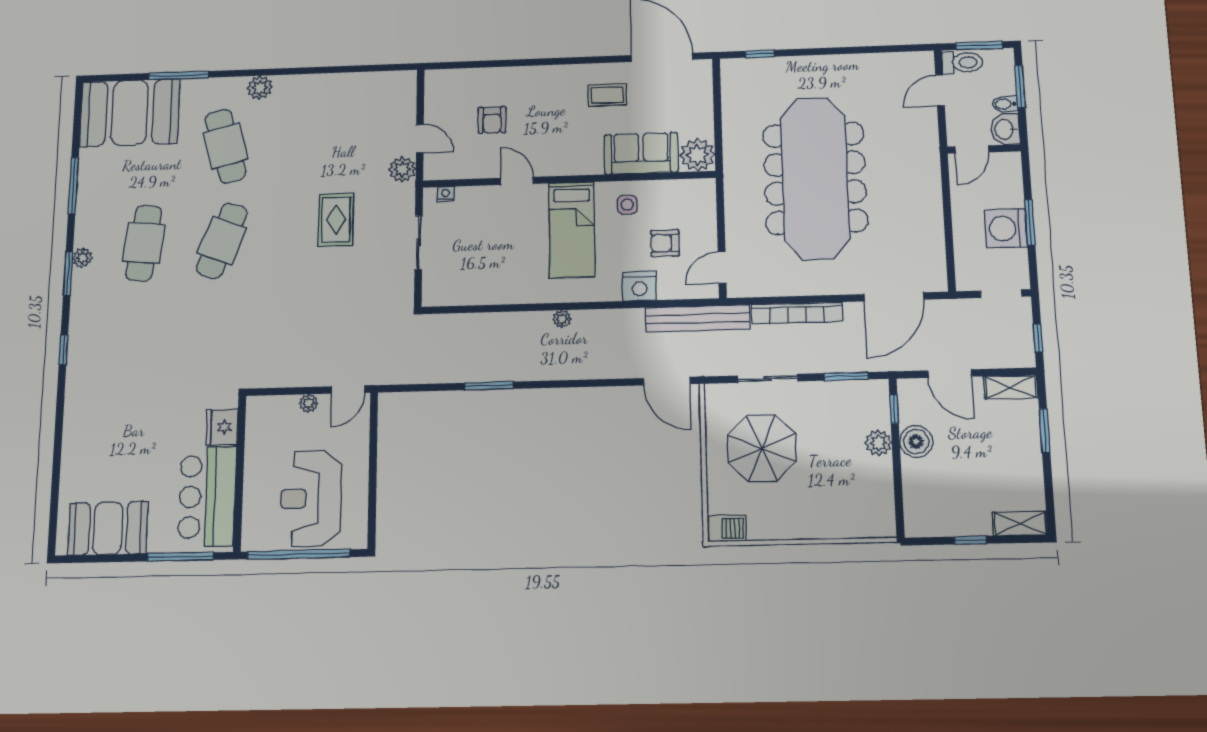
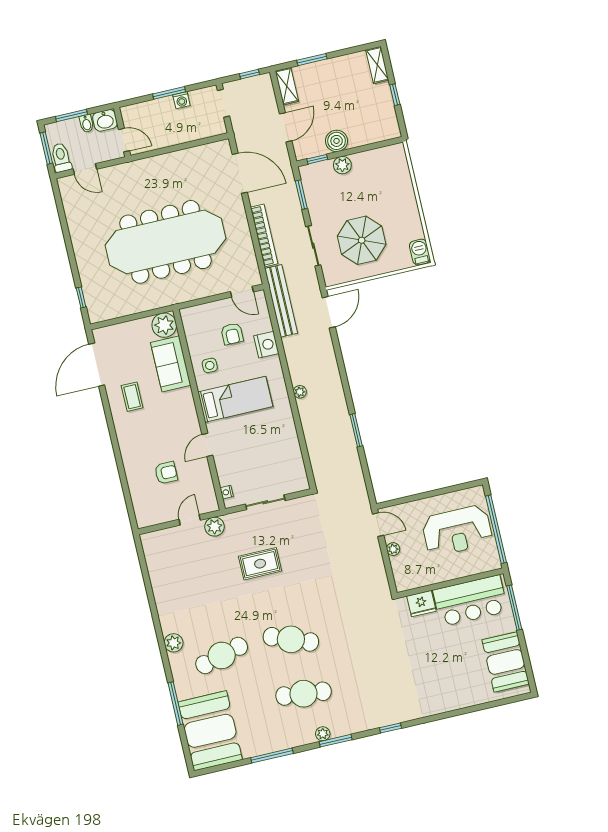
washing machine: (1006, 228) -> (181, 100), width x0.53, depth x0.53

